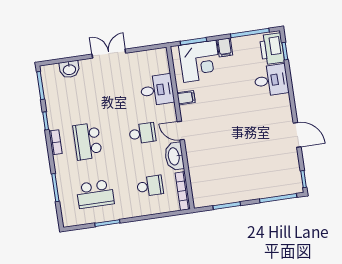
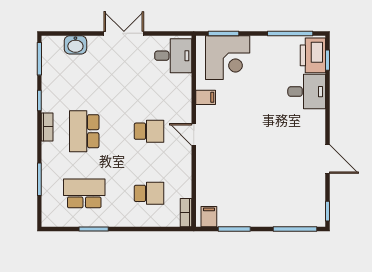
filing cabinet: (225, 47) -> (209, 217), moved, turned 180
desk: (157, 90) -> (173, 56), moved
washbasin: (174, 156) -> (182, 163), removed
bookcase: (183, 191) -> (186, 213), width x0.64
school desk: (95, 194) -> (84, 193), turned 180

